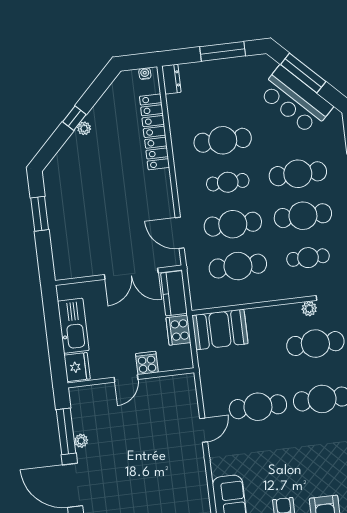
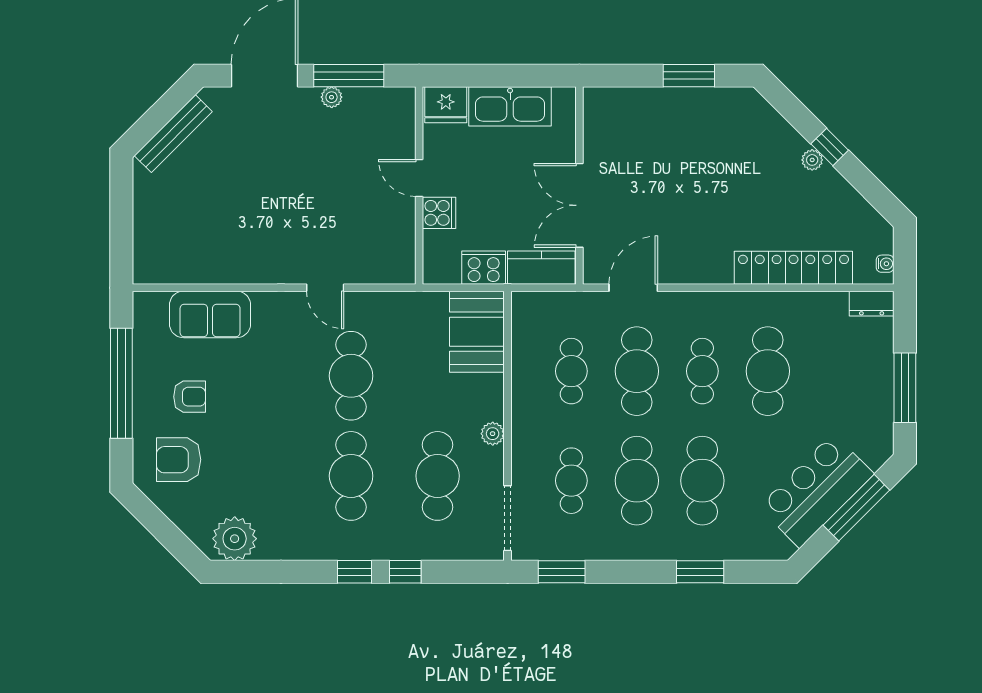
cafe table: (238, 266) -> (571, 371), width x0.73, depth x0.74
plant: (309, 309) -> (493, 434), moved

